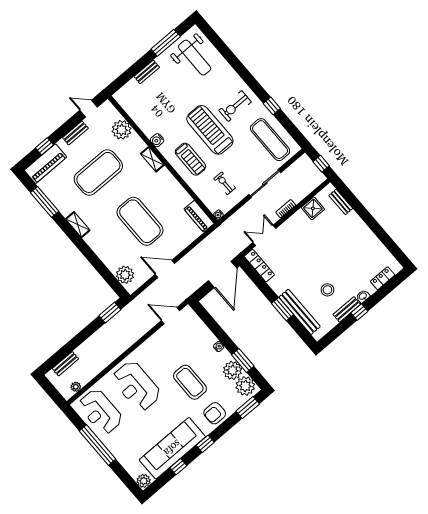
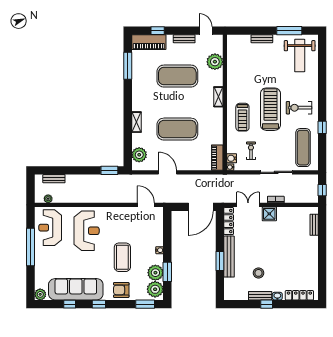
water cooler: (157, 140) -> (232, 158), moved
shower: (313, 208) -> (269, 214), moved
exercise mat: (140, 221) -> (177, 129), turned 90
shelving: (78, 225) -> (136, 122), moved
locker: (383, 278) -> (299, 295), width x1.53
bench: (300, 312) -> (229, 257), moved
reception desk: (136, 386) -> (87, 231), turned 180

